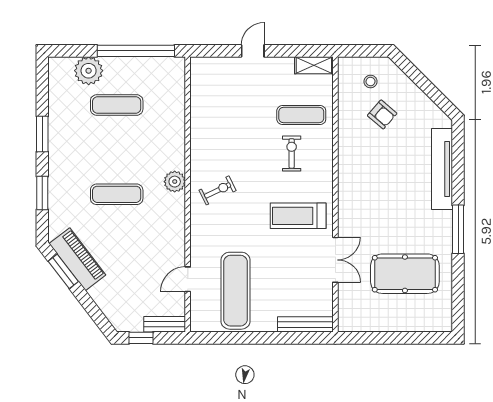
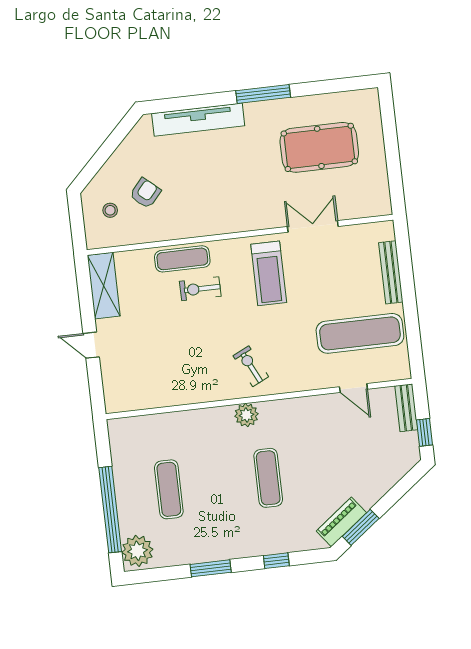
window: (136, 51) -> (110, 510), moved
shelving: (314, 65) -> (104, 286), width x1.50, depth x1.33
plant: (89, 71) -> (137, 551), moved
exercise mat: (301, 115) -> (182, 259), moved, turned 90
window: (42, 193) -> (276, 561), width x0.67
piano: (77, 259) -> (341, 522), width x0.73, depth x0.75
pool table: (405, 274) -> (319, 147), turned 90
bench: (305, 324) -> (391, 272), moved

